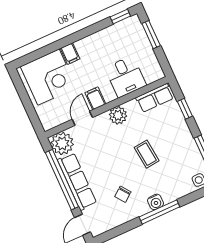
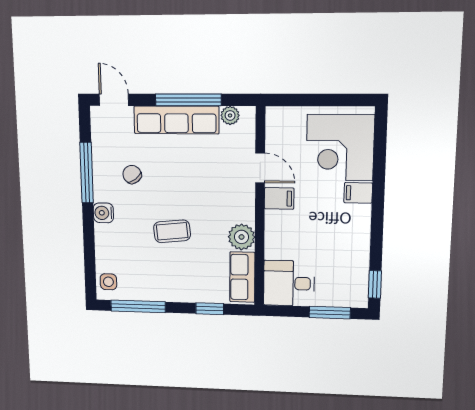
desk: (126, 77) -> (289, 283), moved
plant: (118, 115) -> (242, 237), moved
plant: (62, 143) -> (230, 115), width x0.53, depth x0.53
window: (62, 180) -> (188, 100), width x0.68
window: (159, 212) -> (87, 173), moved

